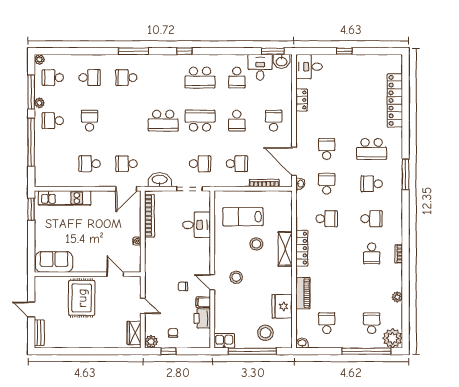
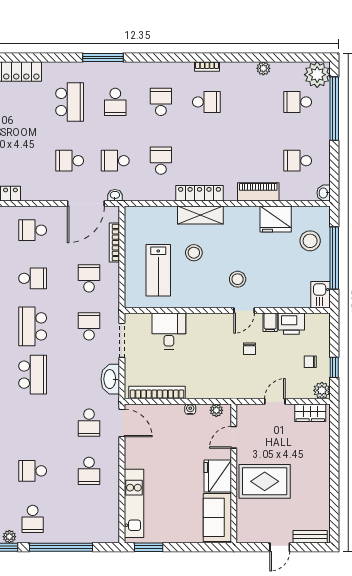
plant: (136, 261) -> (216, 410), added
fridge: (86, 262) -> (218, 476), added

